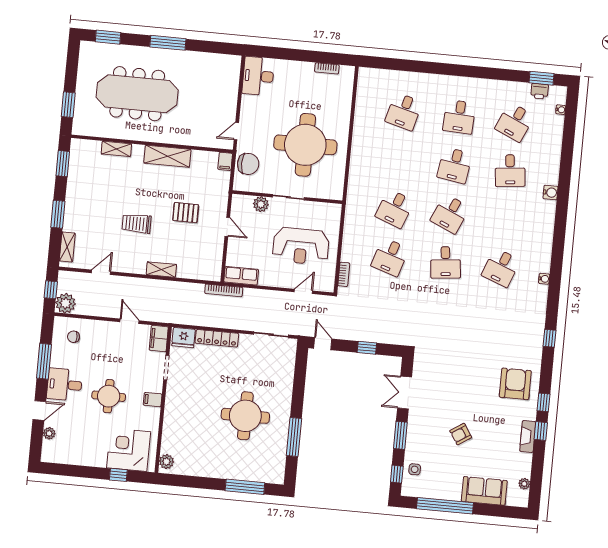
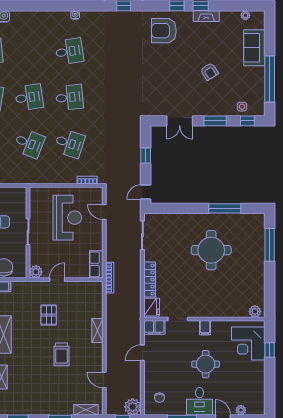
plant: (261, 204) -> (36, 272), moved
desk: (450, 214) -> (29, 97), turned -33
desk: (501, 268) -> (69, 51), turned -30

